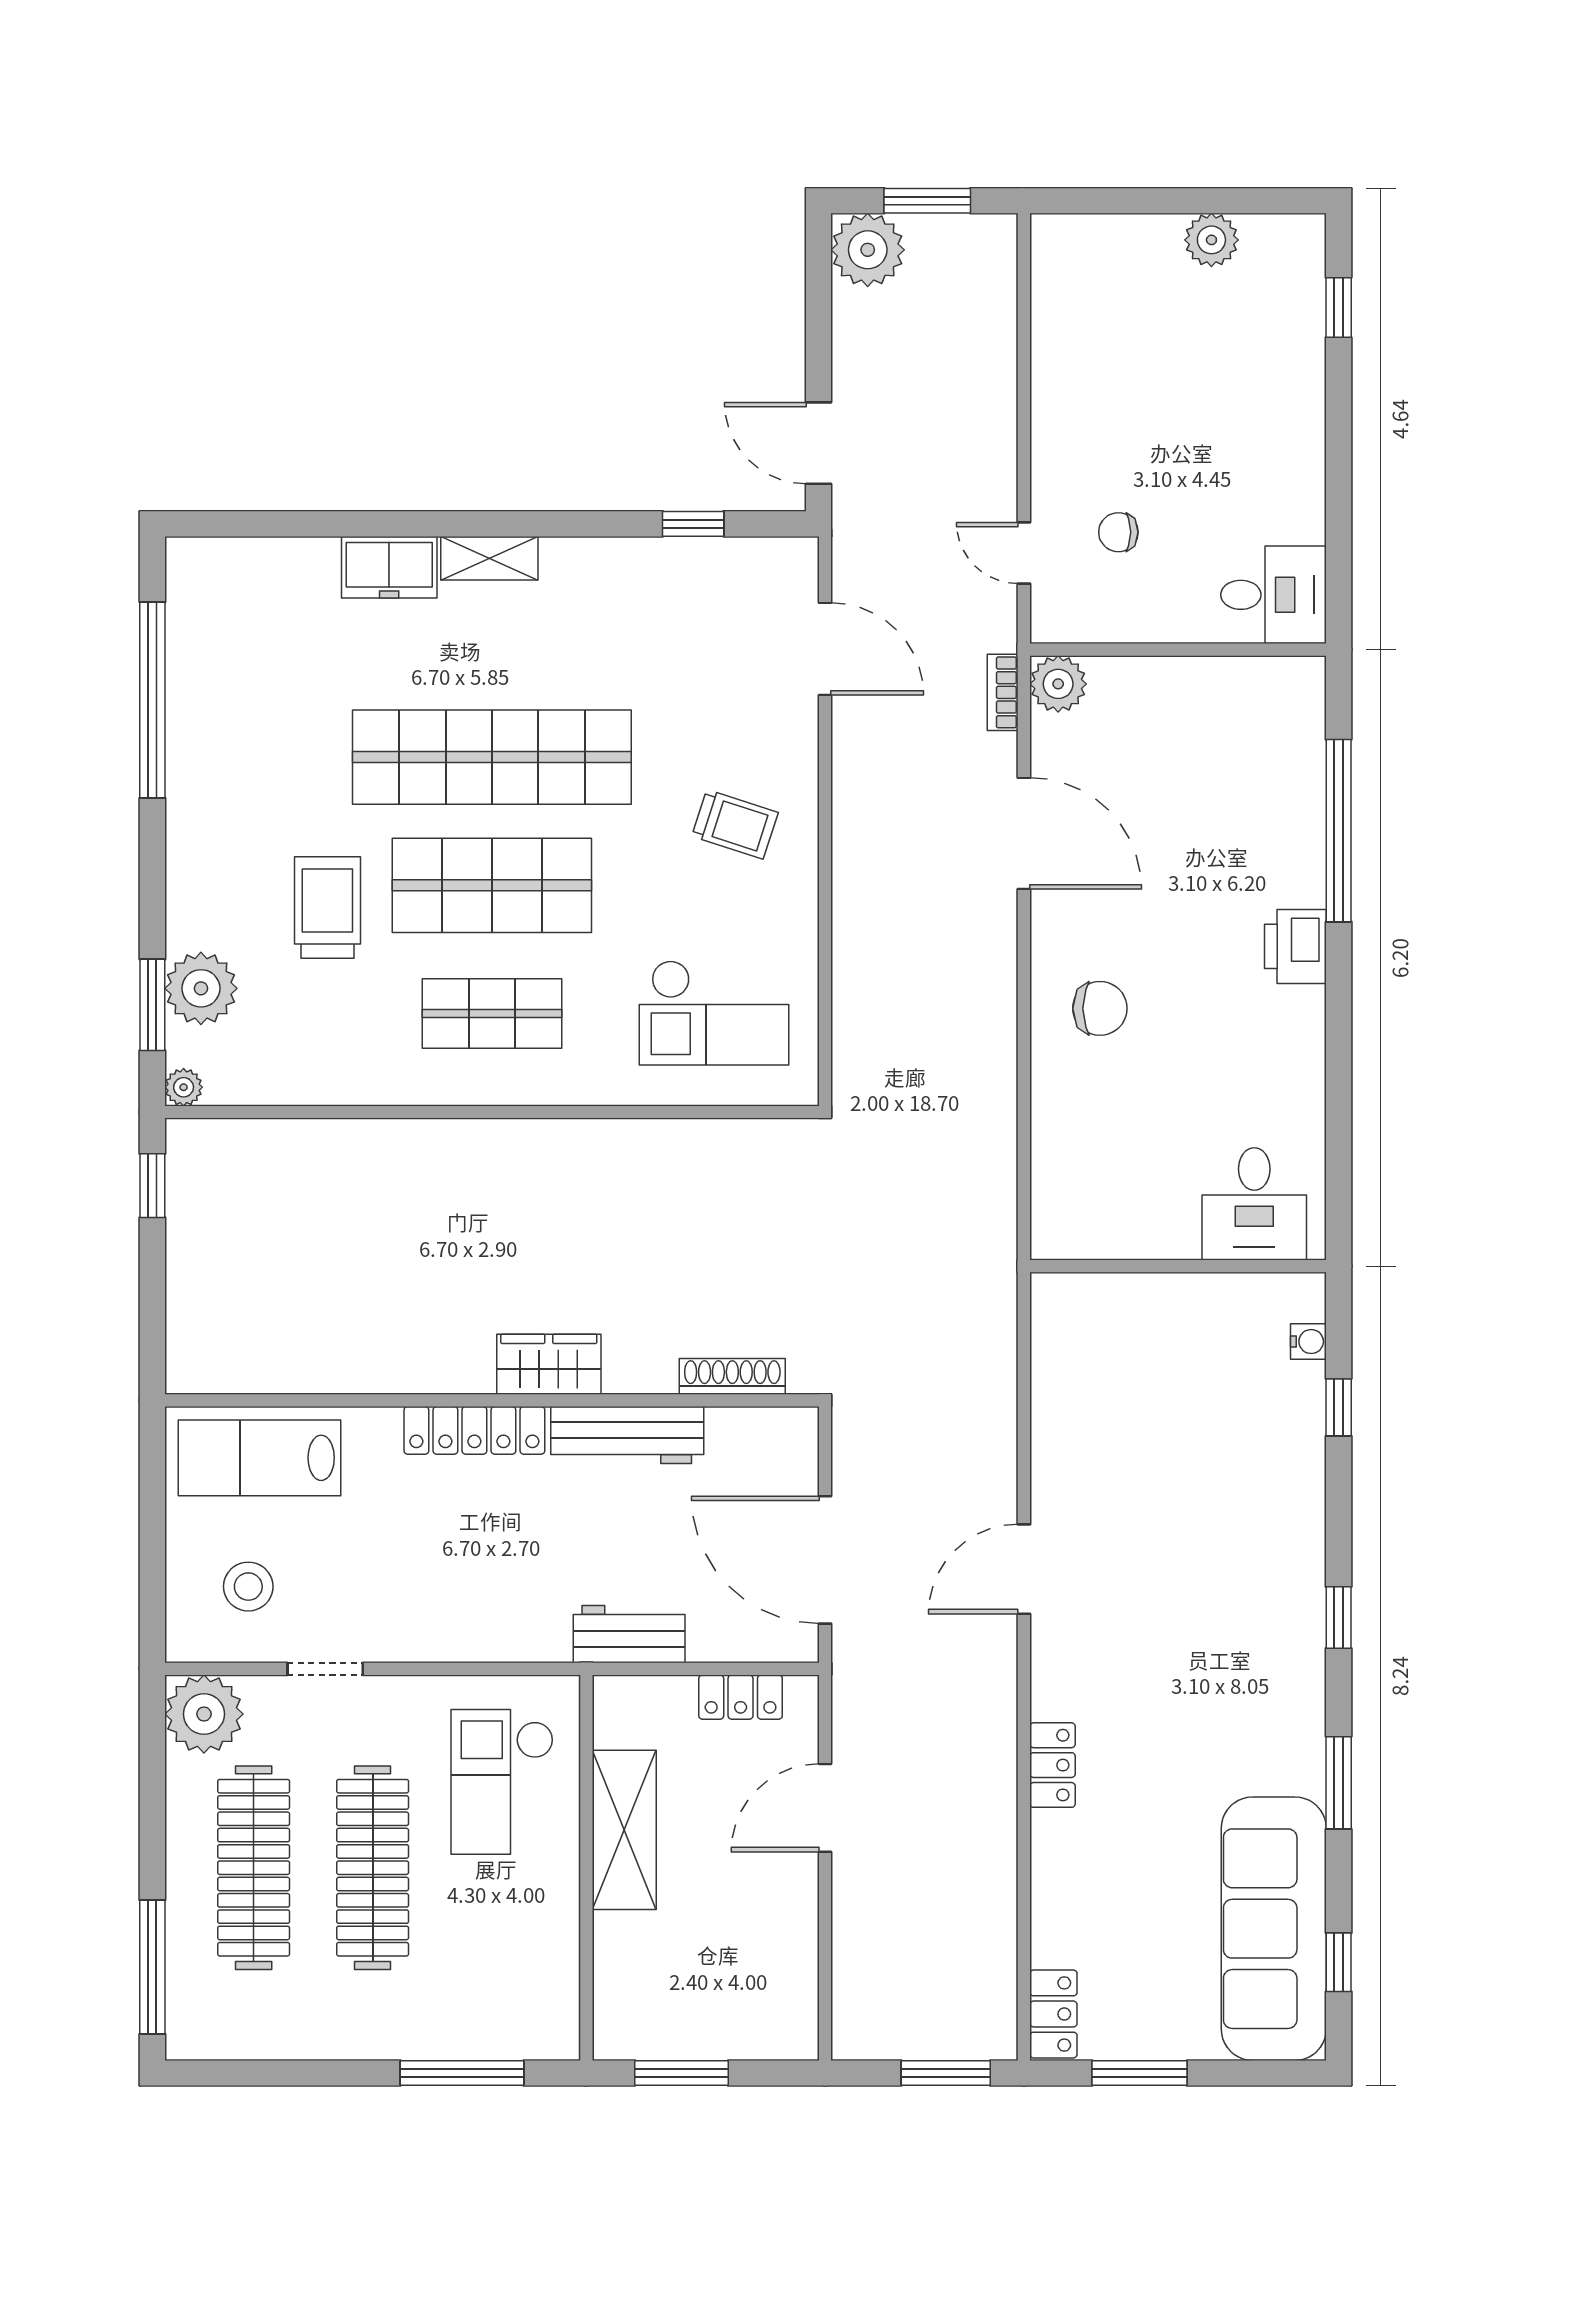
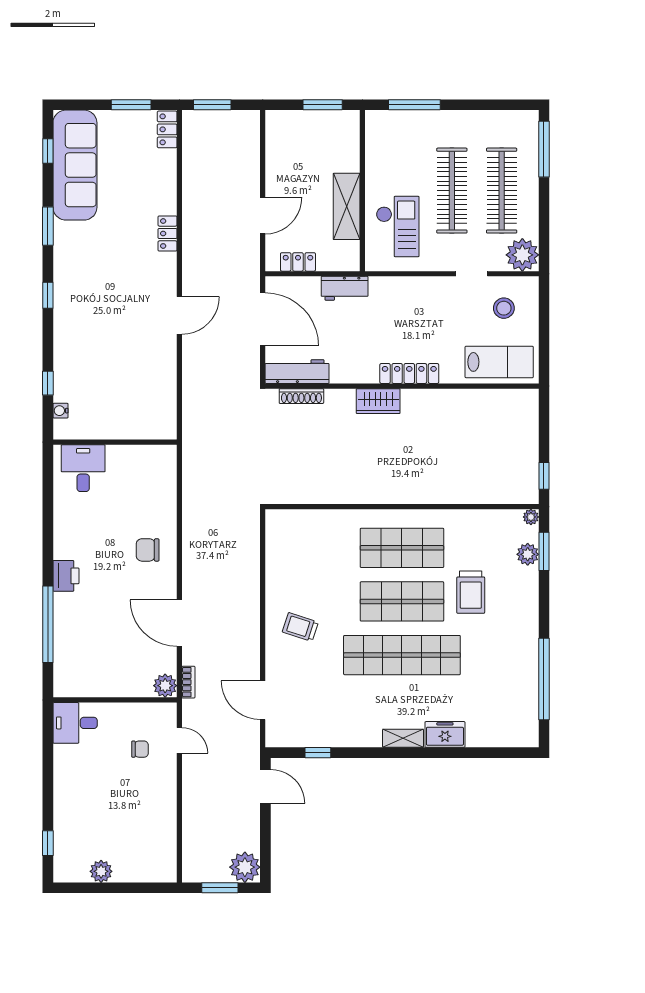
plant: (201, 988) -> (528, 554), width x0.73, depth x0.73
shop shelf: (492, 1013) -> (402, 548), width x1.43, depth x1.36
checkout: (714, 1013) -> (309, 548), removed
workbench: (627, 1435) -> (297, 372), moved

